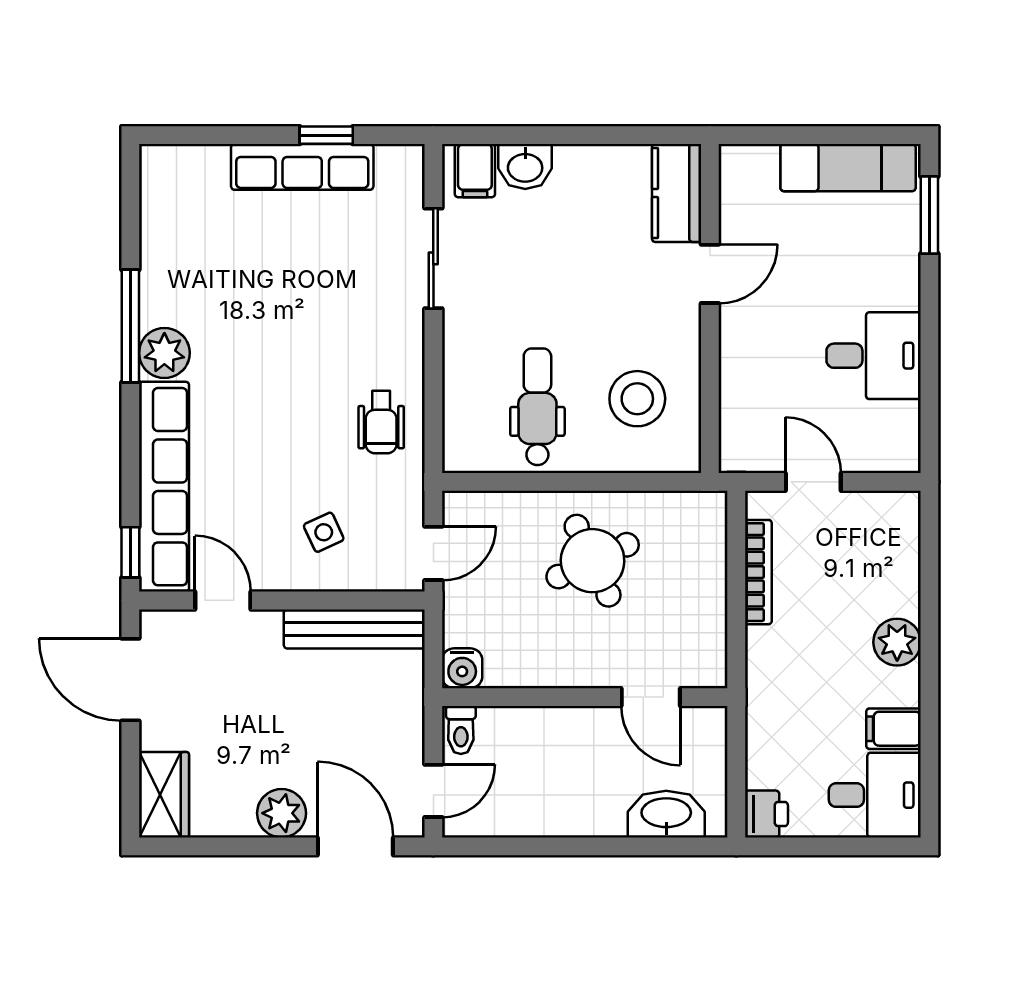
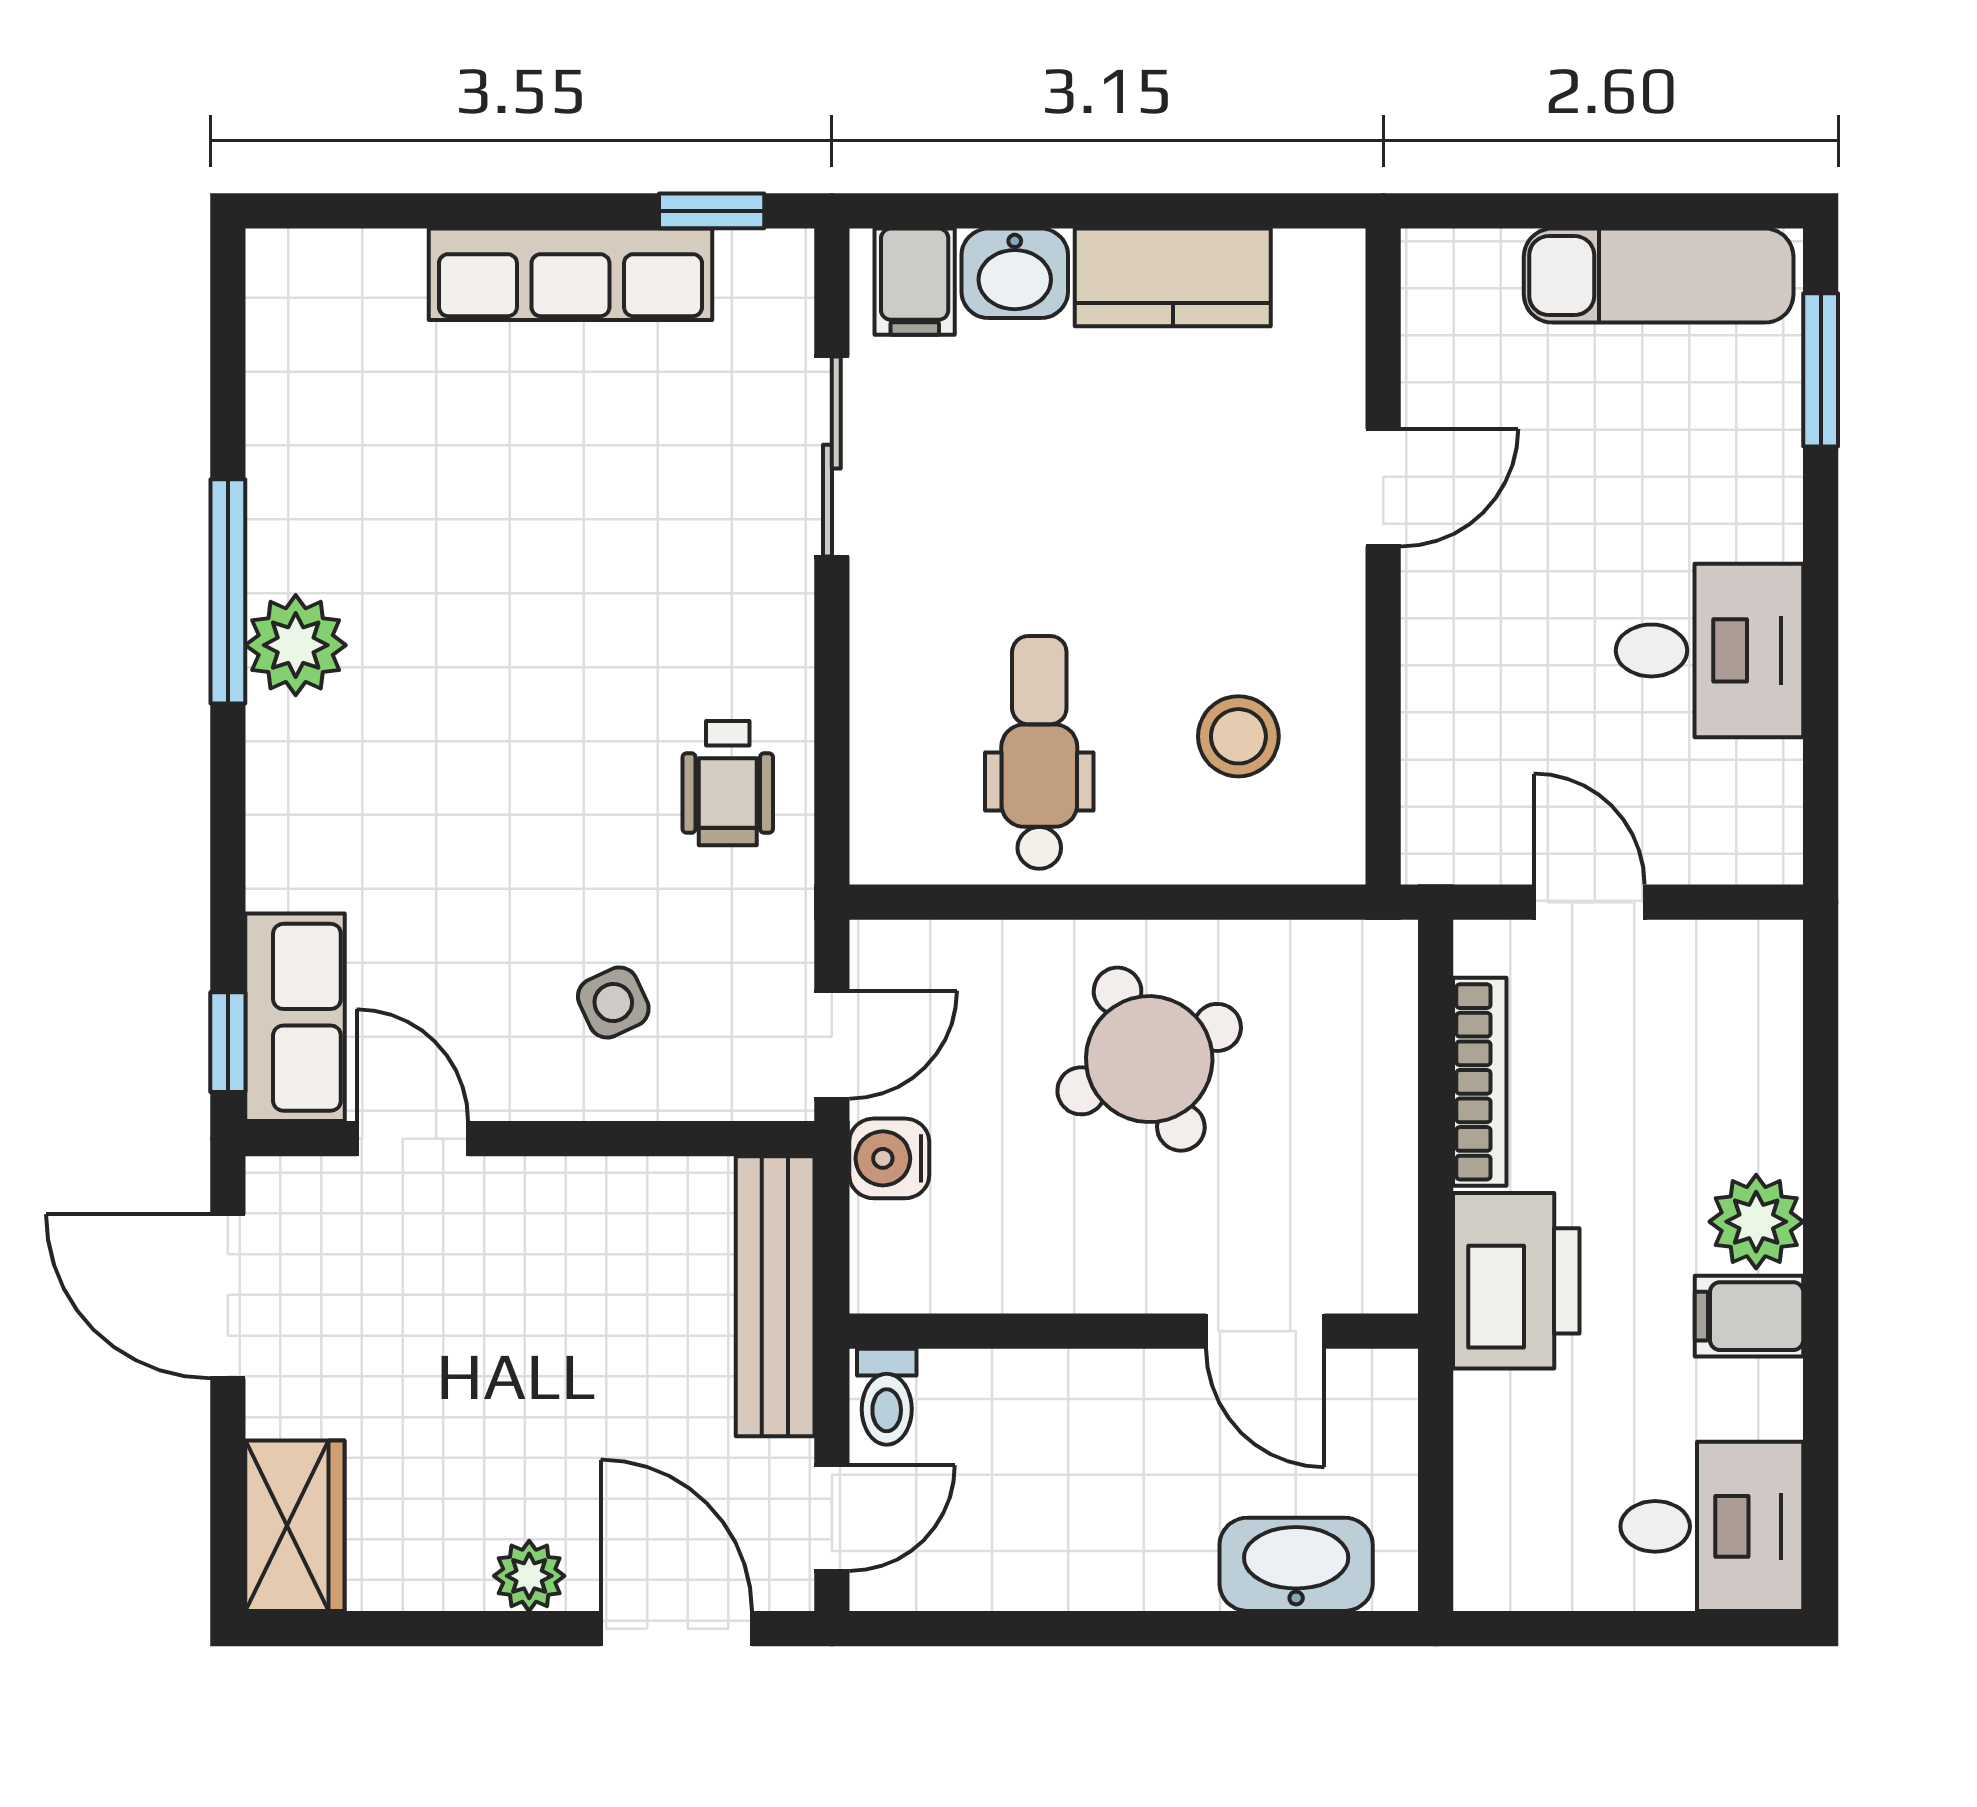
window: (326, 135) -> (712, 211), moved
kitchen counter: (677, 193) -> (1173, 277), moved, turned -90
stool: (637, 399) -> (1238, 736), width x0.73, depth x0.73
row of seats: (164, 487) -> (295, 1017), width x0.50
bench: (354, 629) -> (775, 1296), moved, turned 90
water cooler: (462, 668) -> (889, 1158), moved, turned 90
filing cabinet: (893, 729) -> (1749, 1316), moved
plant: (282, 813) -> (529, 1576), width x0.73, depth x0.73
printer: (766, 814) -> (1516, 1281), moved, width x1.87, depth x1.48

